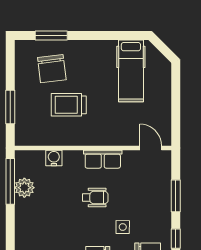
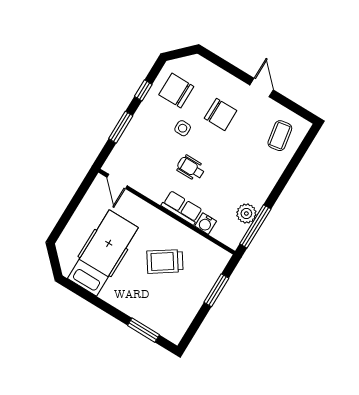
chair: (52, 69) -> (161, 301), removed
hospital bed: (131, 71) -> (103, 253), width x1.37, depth x1.29
trolley: (69, 105) -> (165, 261), turned 146
row of seats: (103, 159) -> (182, 208), moved

